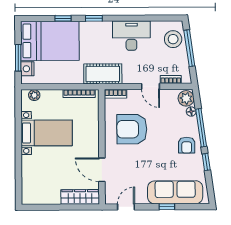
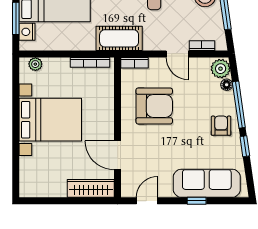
armchair: (132, 129) -> (154, 106), turned 180
bed with nightstands: (47, 133) -> (50, 120), width x1.36
armchair: (187, 145) -> (221, 126), turned 180

